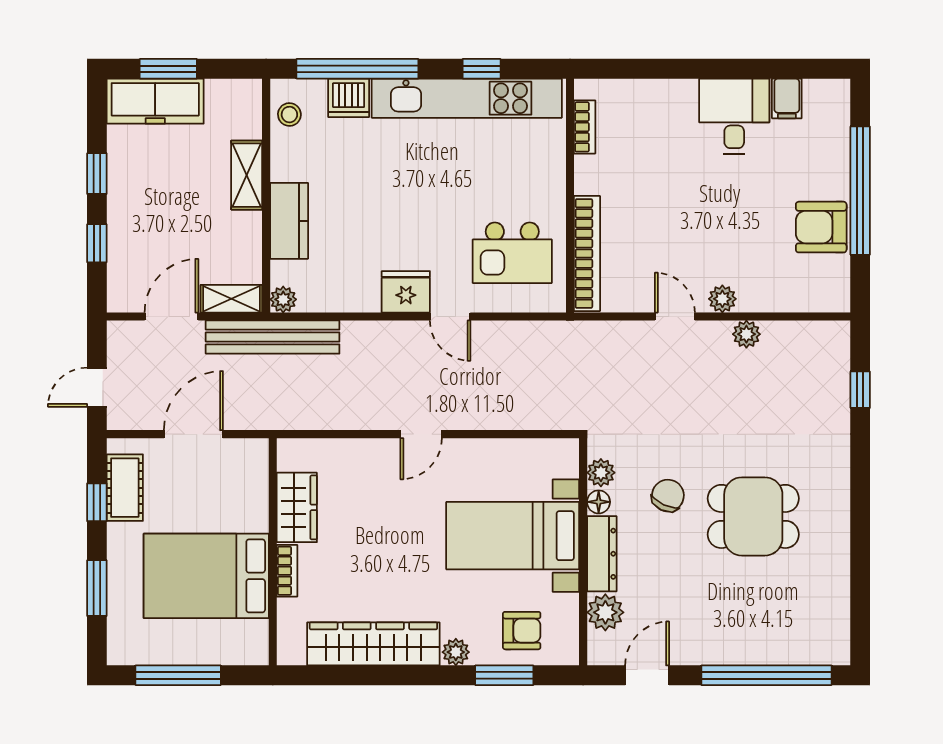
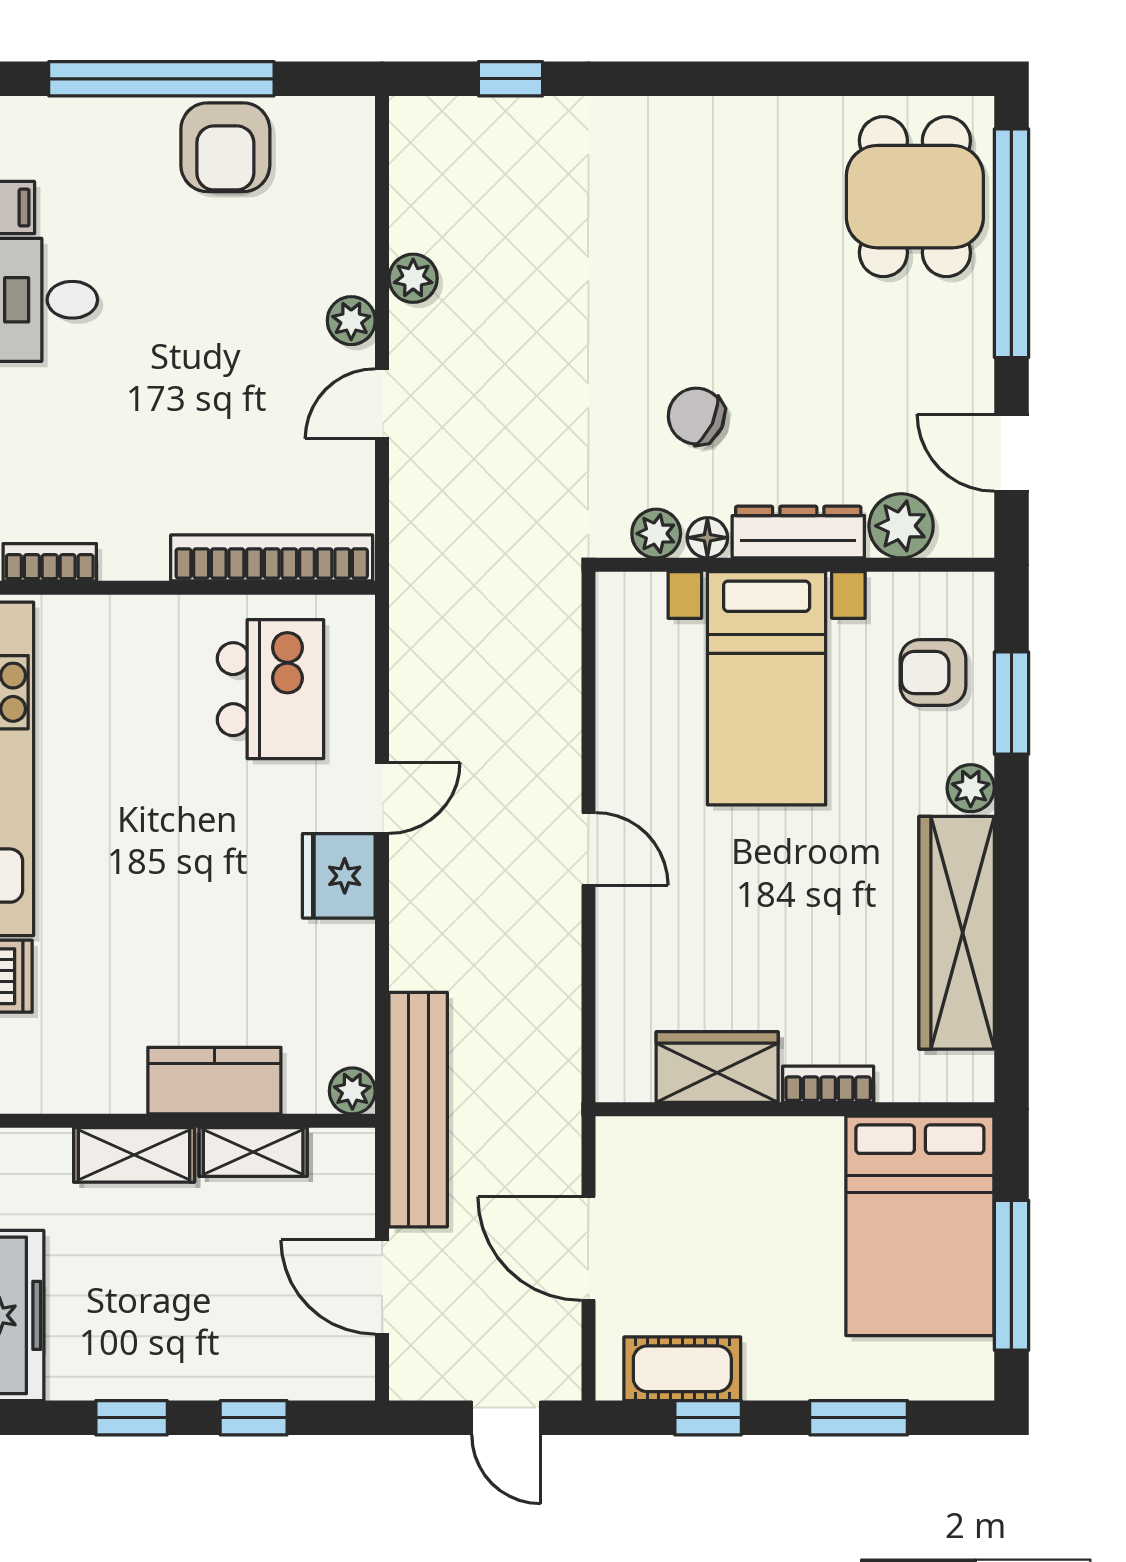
stool: (289, 115) -> (28, 1080), removed
shelving: (231, 299) -> (253, 1152), moved, turned 90
dining table: (753, 516) -> (915, 197), moved
bed: (206, 576) -> (920, 1226), moved
armchair: (522, 631) -> (933, 673), turned -90

